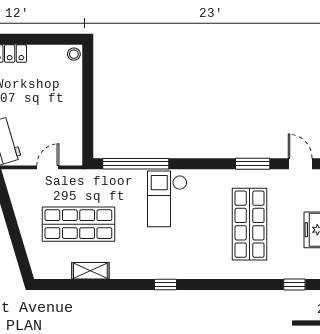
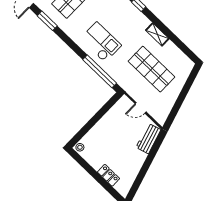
checkout: (167, 199) -> (101, 42), turned -90
shelving: (90, 271) -> (157, 34), moved

